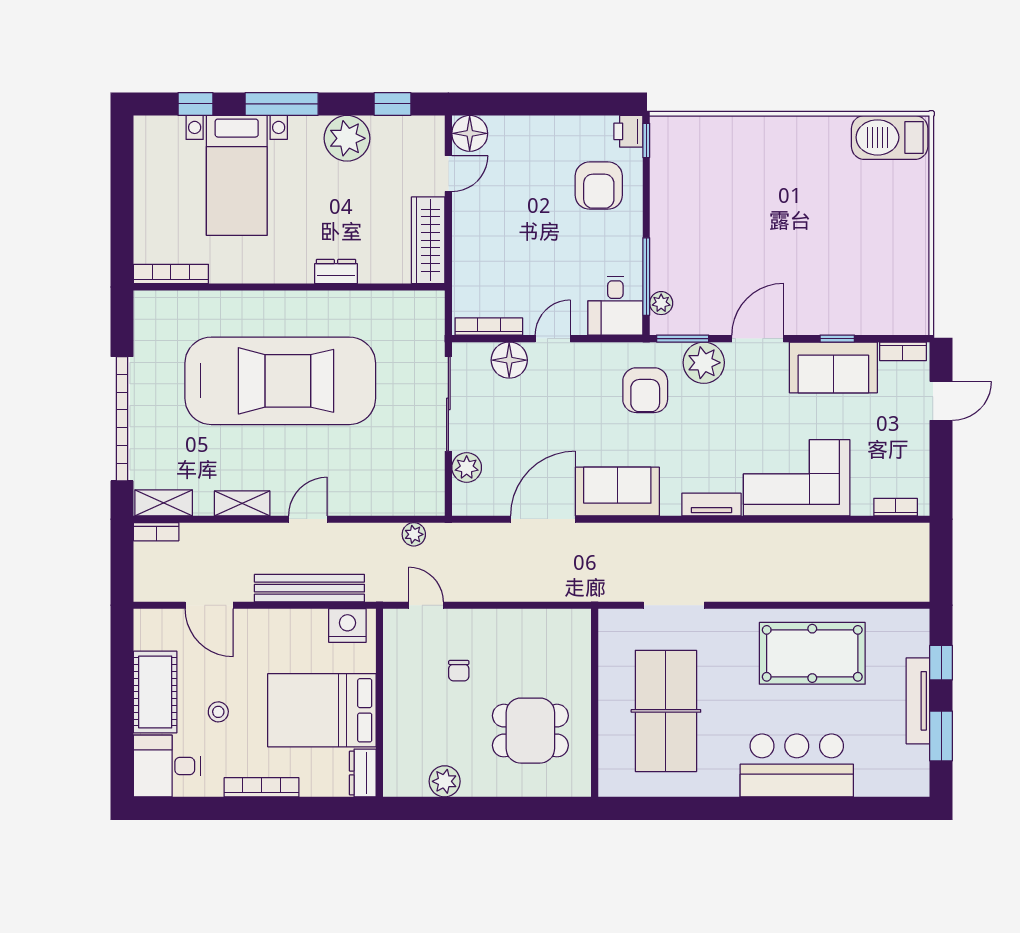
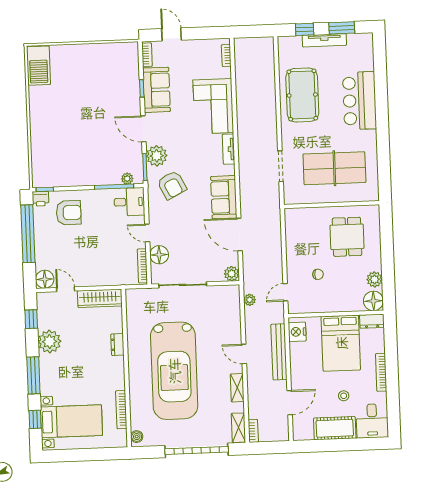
window: (560, 104) -> (28, 234), added
bed with nightstands: (237, 175) -> (71, 421), moved
bookcase: (171, 274) -> (121, 410), moved
boiler: (154, 302) -> (137, 437), added
car: (280, 381) -> (174, 371), turned 180
armchair: (645, 390) -> (172, 185), turned 63
plant: (467, 467) -> (232, 274), moved
floor lamp: (402, 777) -> (373, 301), added

